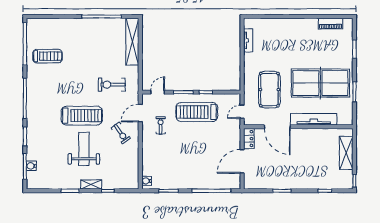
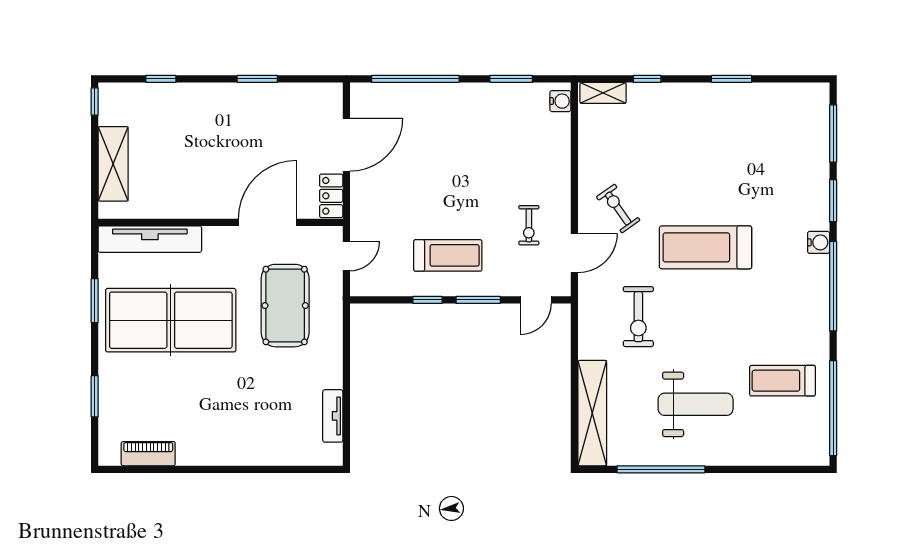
exercise bike: (112, 85) -> (638, 317), turned 90
treadmill: (197, 112) -> (448, 255), width x0.73, depth x0.73
tv unit: (314, 119) -> (150, 239), moved
door: (277, 127) -> (268, 222), hinge flipped
weight bench: (84, 149) -> (696, 404), moved, turned -90
water cooler: (31, 166) -> (819, 242), moved
shelving: (91, 185) -> (603, 93), moved

